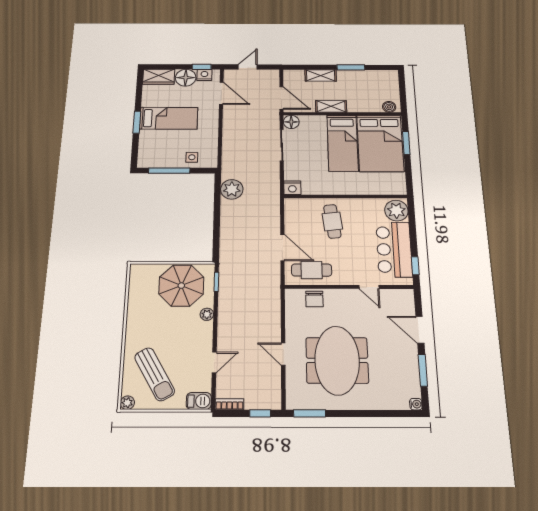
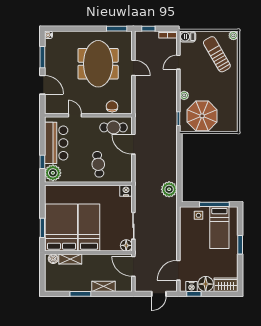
door: (221, 93) -> (178, 270), hinge flipped
shelving: (331, 106) -> (70, 259), moved
bed: (169, 118) -> (219, 228), moved, turned -90
window: (415, 266) -> (42, 162), moved

